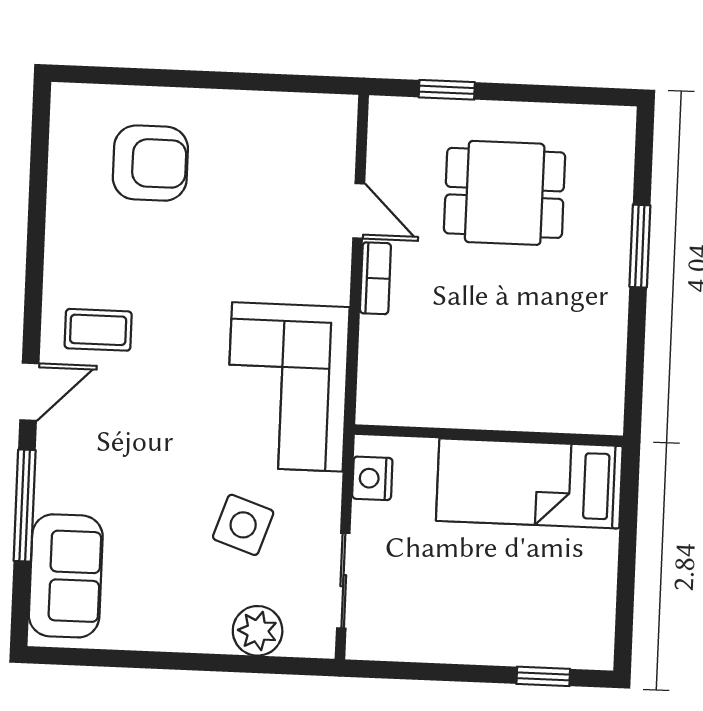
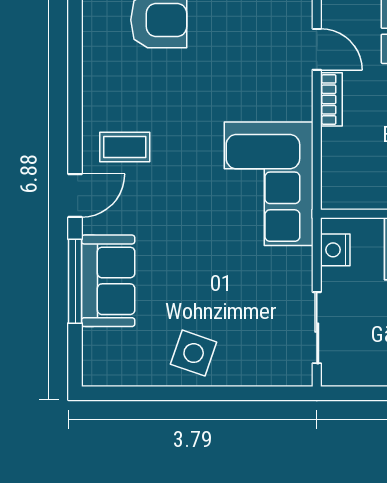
side table: (243, 525) -> (194, 353), moved
sofa: (66, 576) -> (108, 281), moved
plant: (258, 631) -> (254, 368), removed

